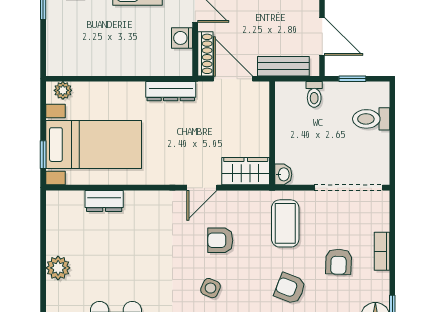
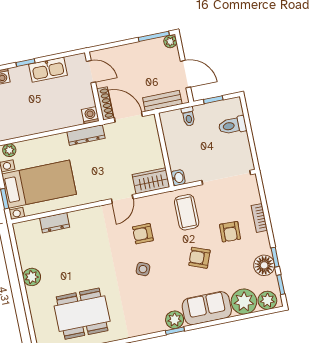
washing machine: (182, 38) -> (90, 115), moved, turned 90

